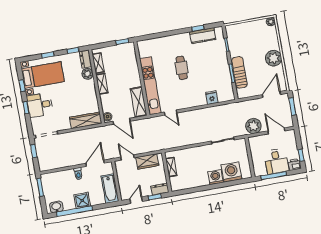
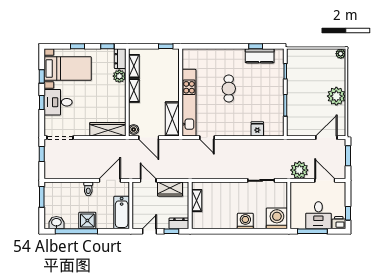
sun lounger: (239, 72) -> (294, 106), removed
washing machine: (231, 172) -> (277, 218), moved

